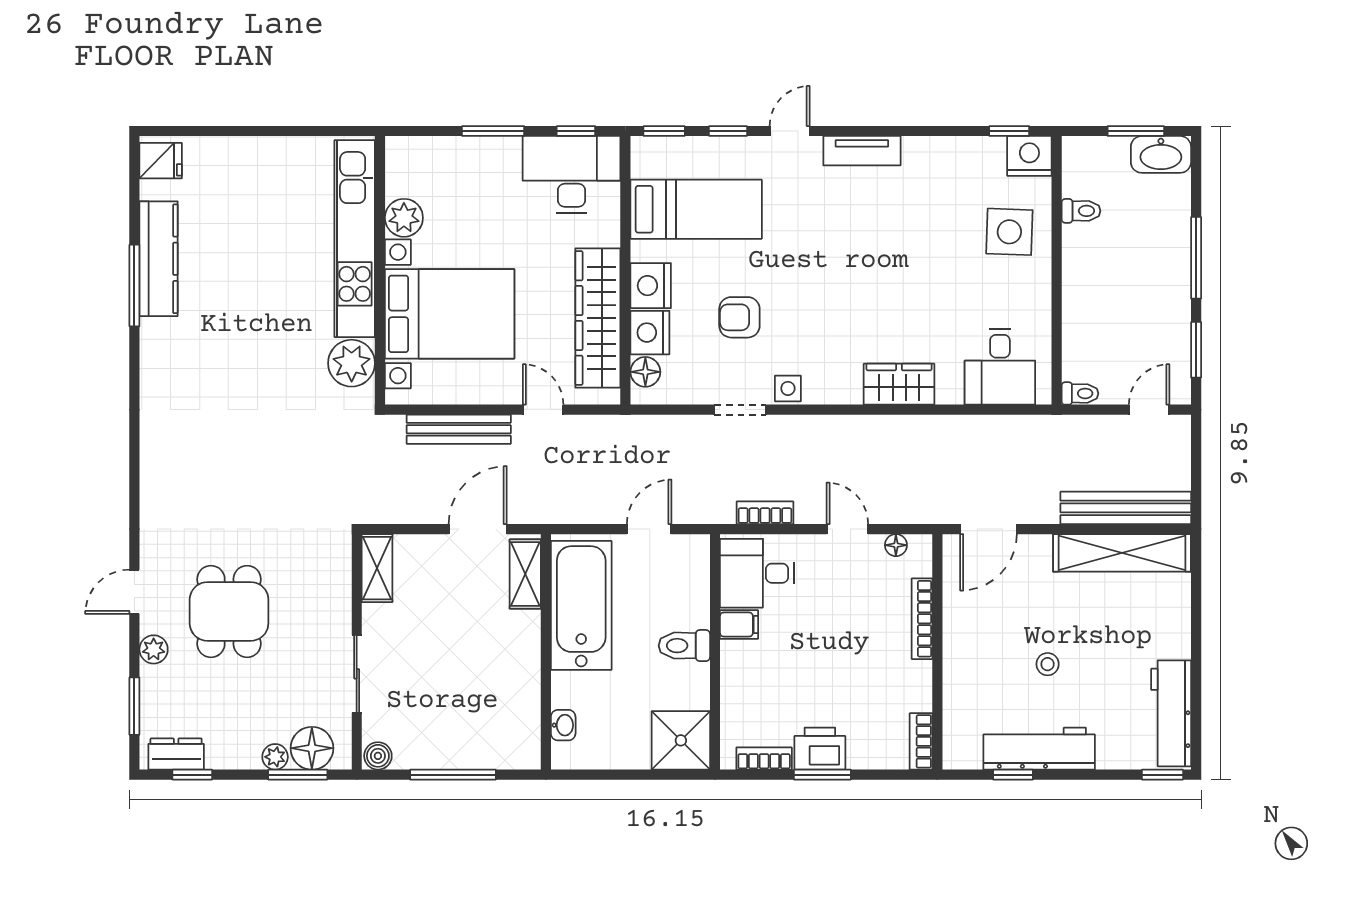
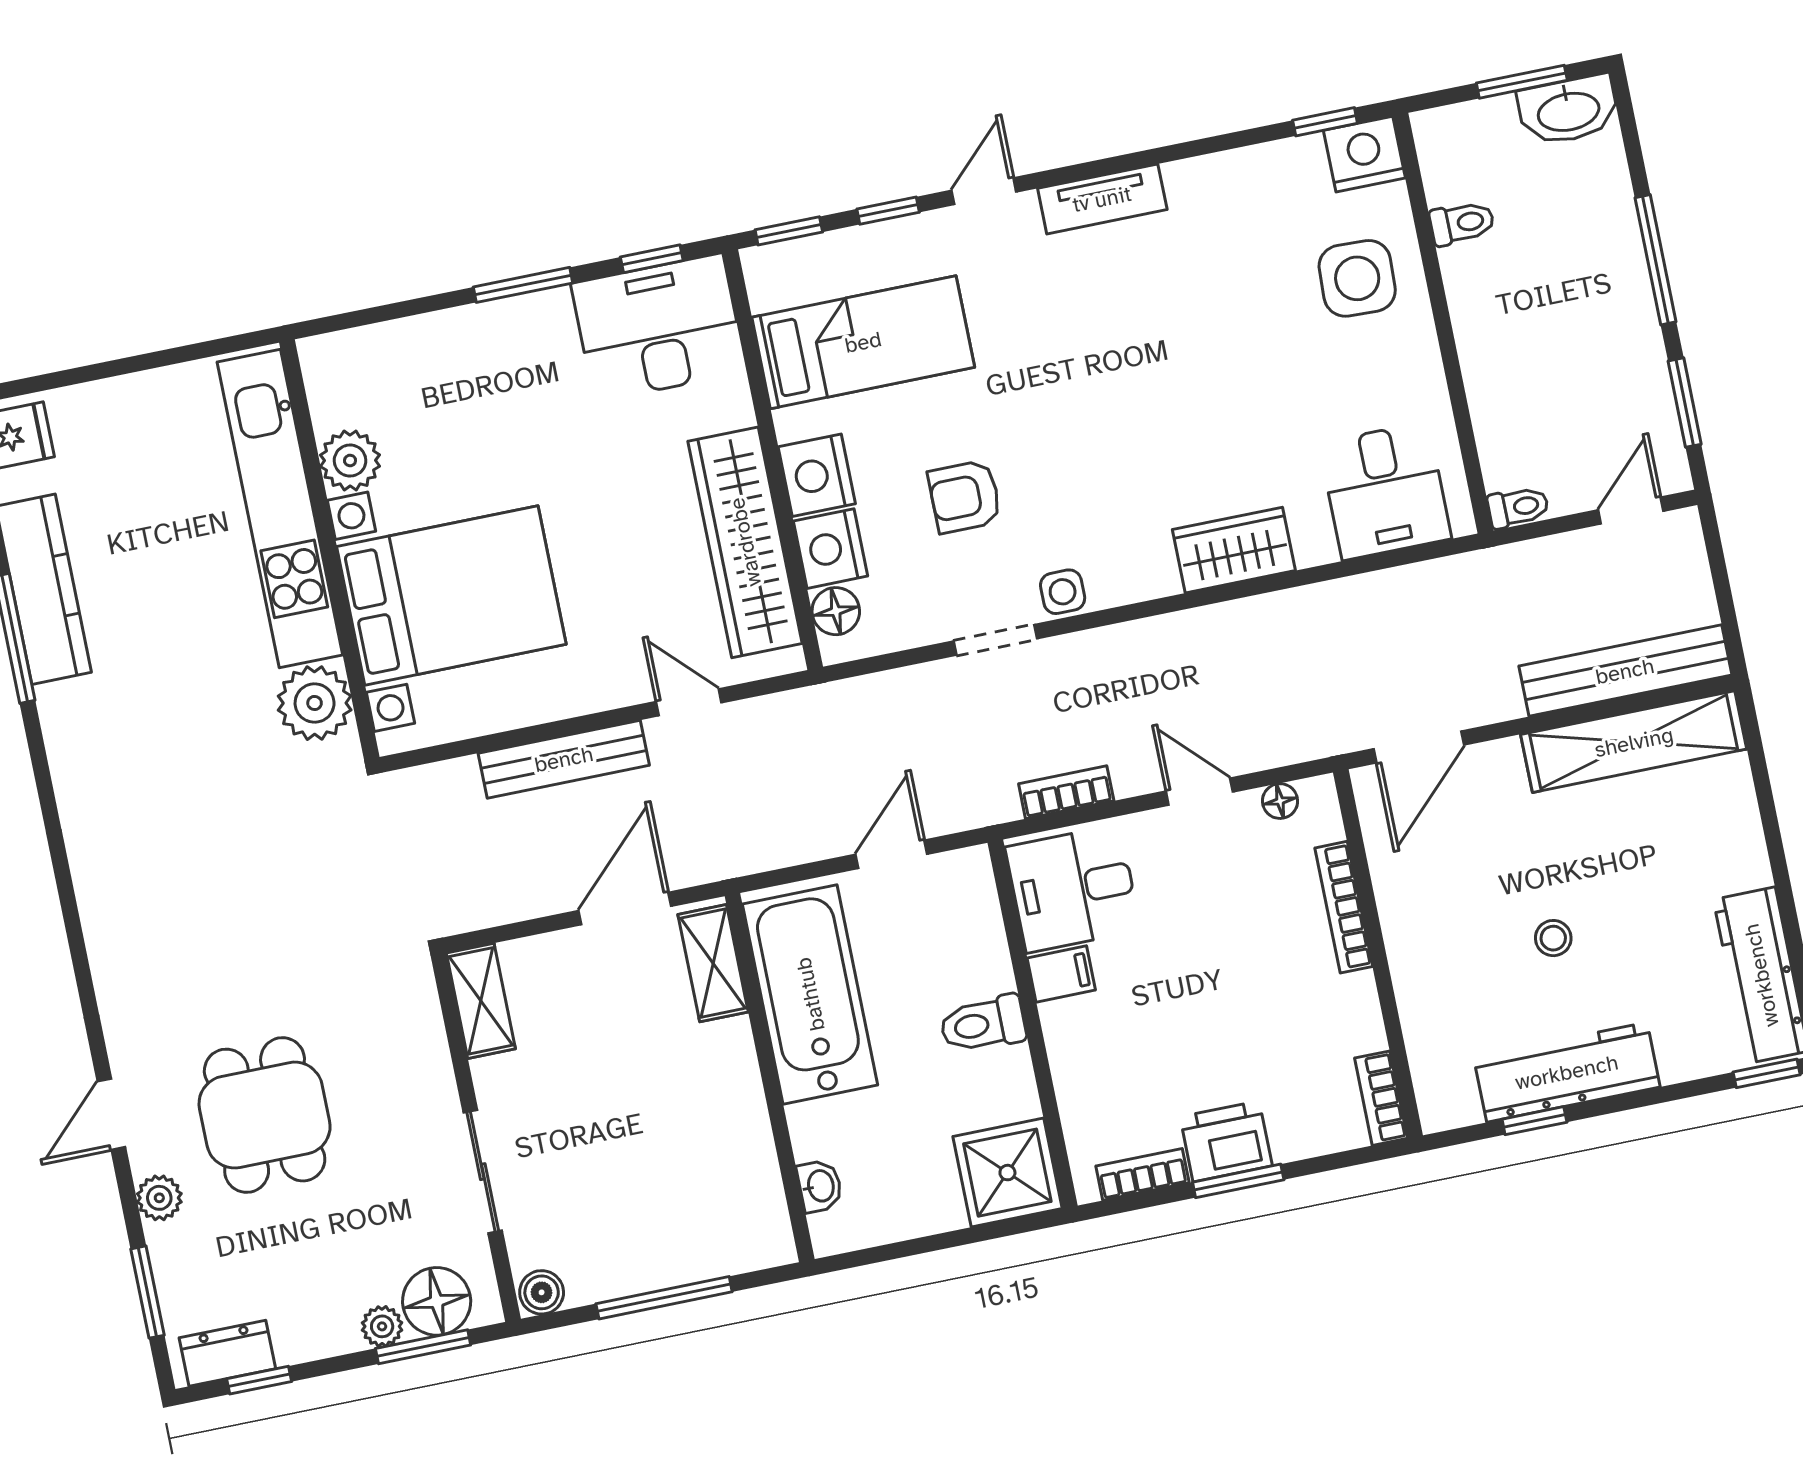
plant: (404, 218) -> (350, 461), moved
kitchen unit: (355, 239) -> (280, 508), moved
wall: (380, 270) -> (329, 550), moved
bed with nightstands: (450, 314) -> (451, 595), moved
plant: (352, 363) -> (315, 703), moved

